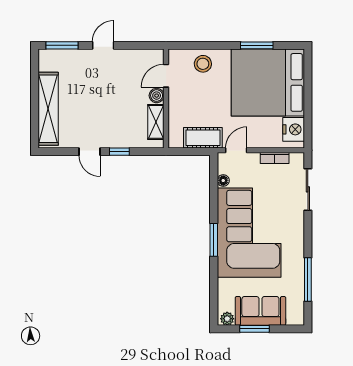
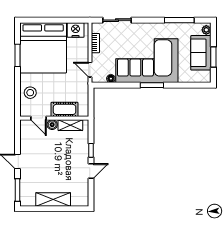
shelving: (48, 109) -> (53, 199), width x0.68
cot: (203, 138) -> (65, 109), moved, turned 90
plant: (227, 319) -> (206, 30), moved

